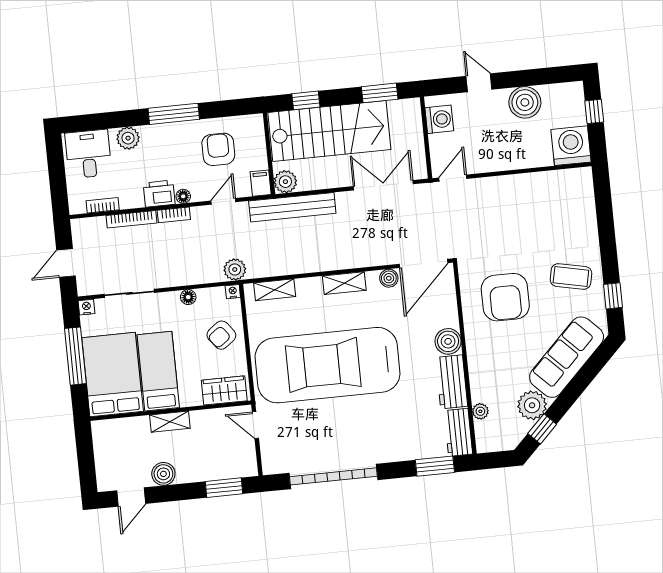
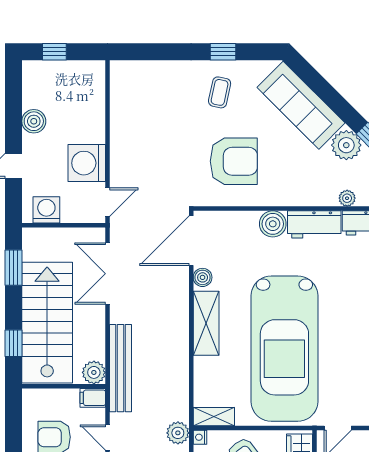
boiler: (525, 102) -> (34, 121), width x0.73, depth x0.73
washing machine: (571, 146) -> (87, 163), moved
door: (453, 178) -> (108, 202), swing flipped
door: (424, 263) -> (191, 241), swing flipped
coffee table: (571, 276) -> (220, 92), width x0.73, depth x0.77
shelving: (344, 283) -> (206, 323), width x1.50, depth x1.33
shelving: (275, 290) -> (214, 417), moved, turned 90
window: (613, 296) -> (223, 52), moved

